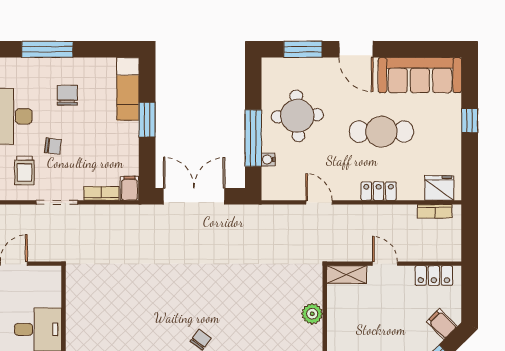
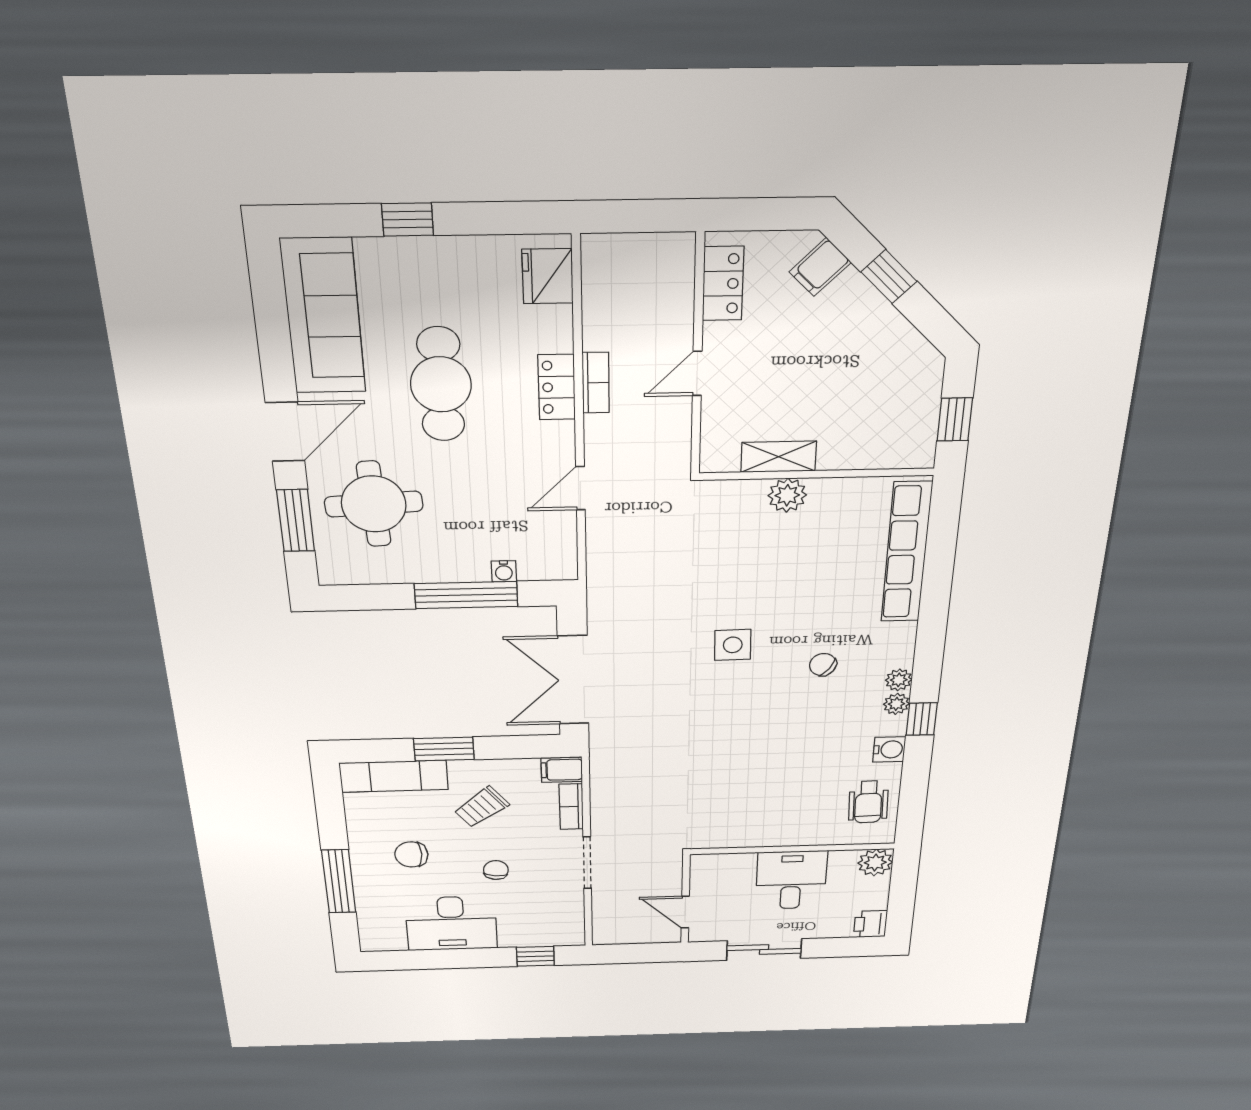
round table: (297, 116) -> (374, 504), moved
trolley: (24, 171) -> (481, 807), moved, turned 142
bookcase: (435, 211) -> (596, 383), moved
shelving: (347, 275) -> (779, 457), moved, turned 90
side table: (216, 287) -> (733, 645), added

